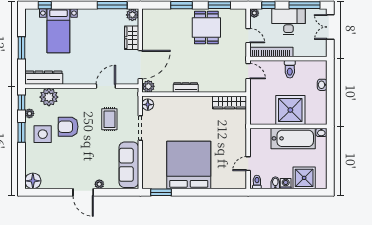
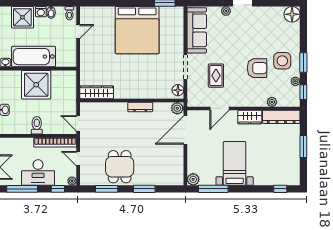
bed with nightstands: (58, 31) -> (235, 163), moved
wardrobe: (132, 38) -> (250, 117), moved, turned 90
plant: (49, 97) -> (272, 102), width x0.53, depth x0.53

